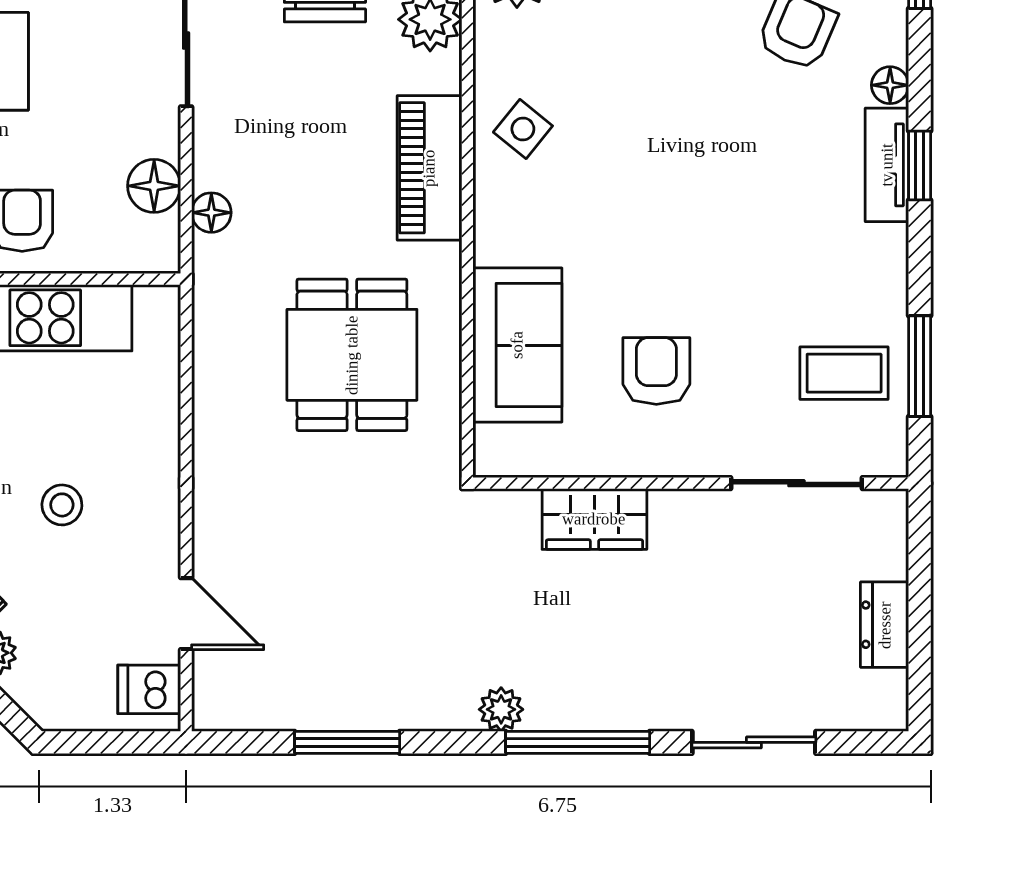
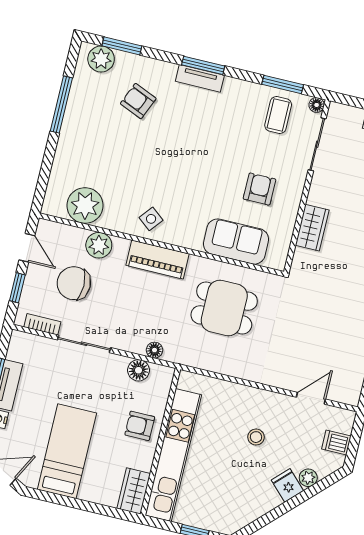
floor lamp: (890, 85) -> (317, 105), moved
window: (920, 165) -> (203, 65), width x1.50
armchair: (656, 371) -> (259, 189), turned 90
dishwasher: (149, 689) -> (336, 443), moved, turned 90

